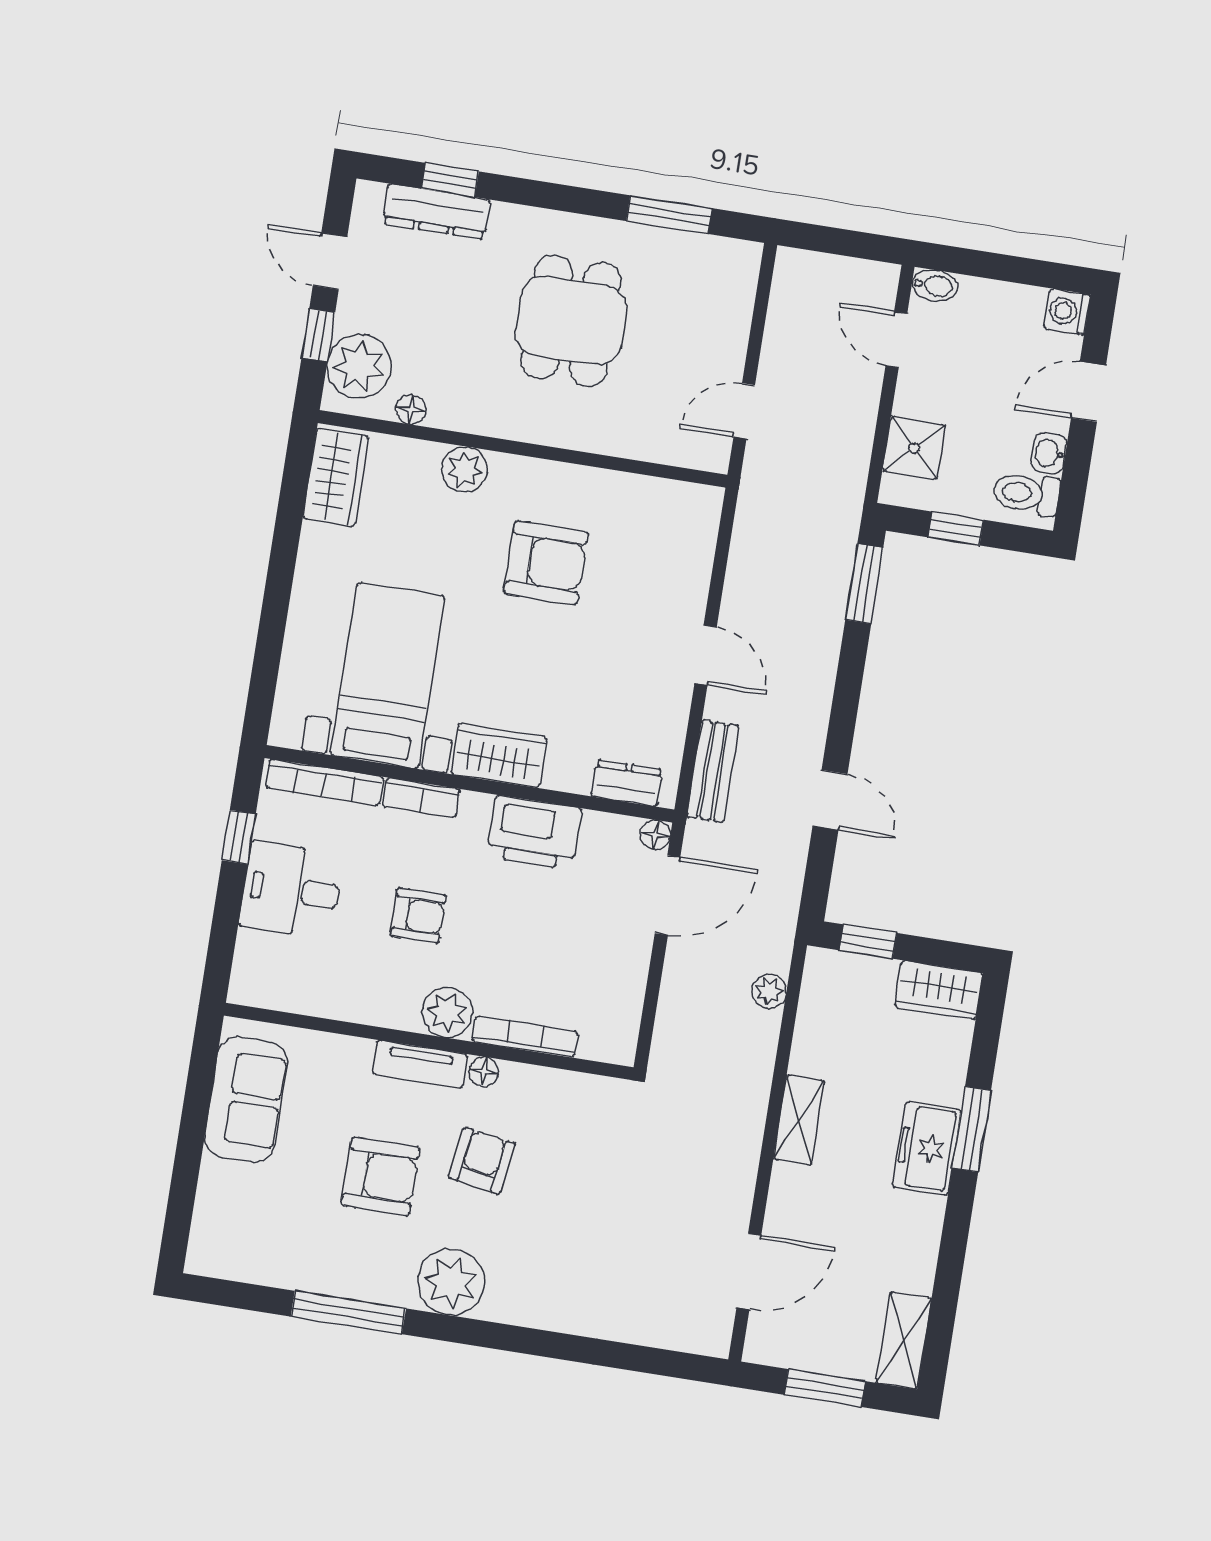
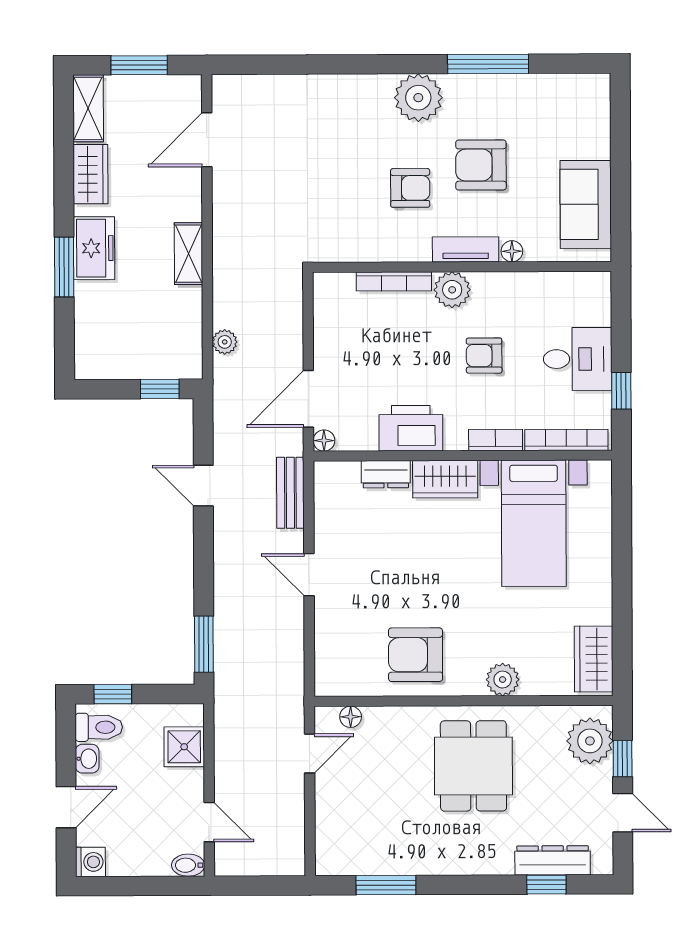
dining table: (571, 321) -> (473, 766), moved
floor lamp: (411, 409) -> (351, 717), moved
window: (956, 529) -> (113, 694), moved
armchair: (546, 563) -> (415, 655), moved
dresser: (627, 783) -> (386, 474), moved
wardrobe: (939, 990) -> (91, 174), moved, turned 90
floor lamp: (484, 1072) -> (512, 251), moved
armchair: (482, 1161) -> (410, 188), turned -99

